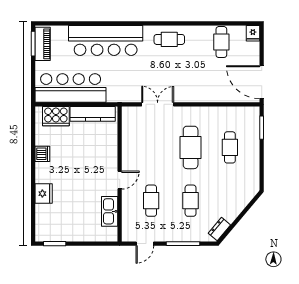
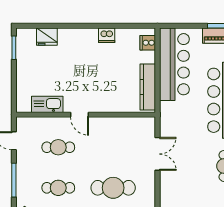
cooker: (56, 116) -> (148, 43), width x0.53, depth x0.76
fridge: (44, 194) -> (47, 37), moved

